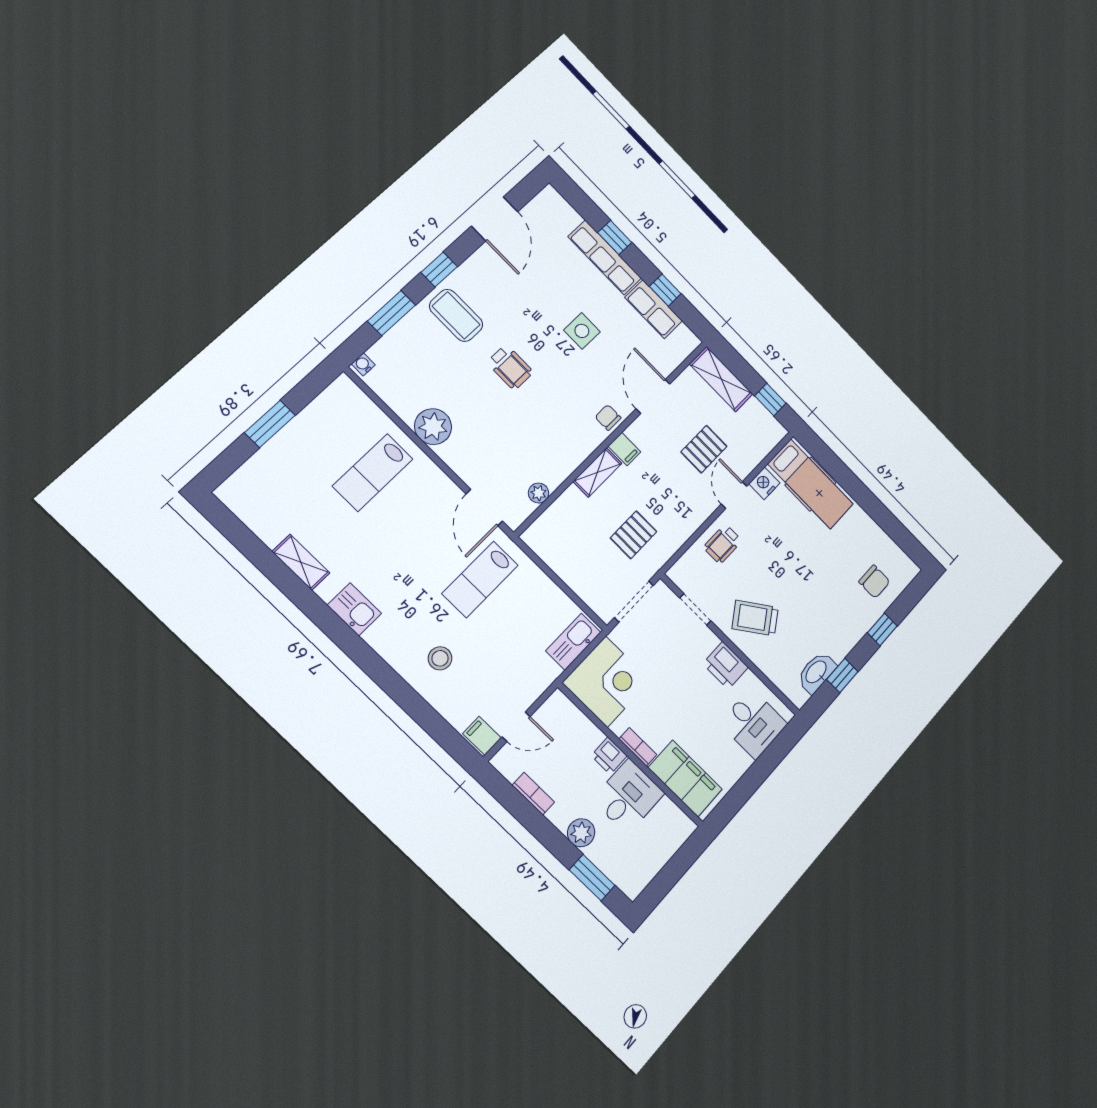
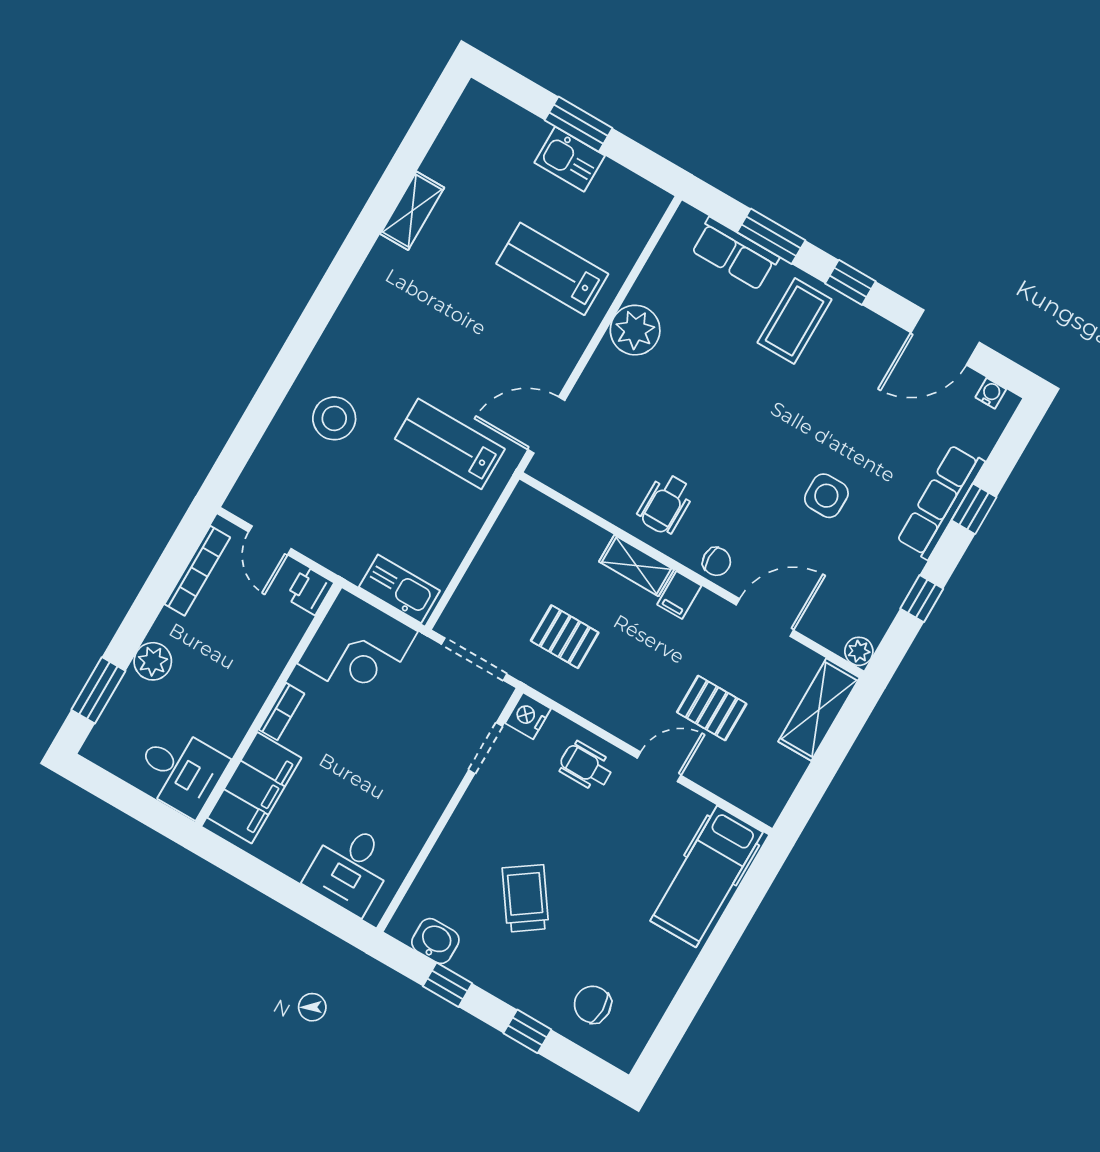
row of seats: (654, 309) -> (735, 254), moved, turned -90
water cooler: (363, 364) -> (991, 393), moved
wheelchair: (510, 367) -> (666, 504), moved
window: (770, 400) -> (811, 789), removed
chair: (608, 417) -> (717, 562), turned 90
nightstand: (764, 483) -> (528, 716), moved, turned -90
plant: (539, 493) -> (859, 651), moved
chair: (874, 582) -> (593, 1004), turned 90
kitchen sink: (354, 609) -> (570, 159), moved, turned 90
trolley: (755, 618) -> (525, 898), moved
stool: (440, 658) -> (334, 418), width x1.38, depth x1.38
printer: (725, 665) -> (420, 809), removed
washbasin: (817, 672) -> (435, 941), width x0.72
filing cabinet: (482, 736) -> (248, 498), removed
printer: (609, 756) -> (310, 590), moved
bookcase: (533, 794) -> (197, 571), width x1.56
desk: (628, 796) -> (180, 771), moved

